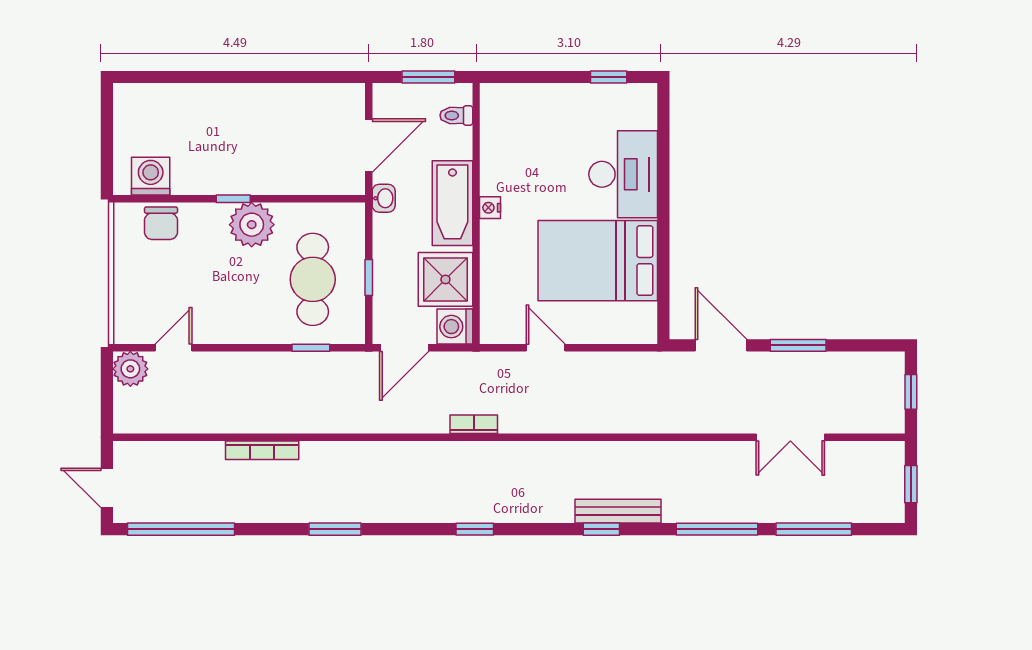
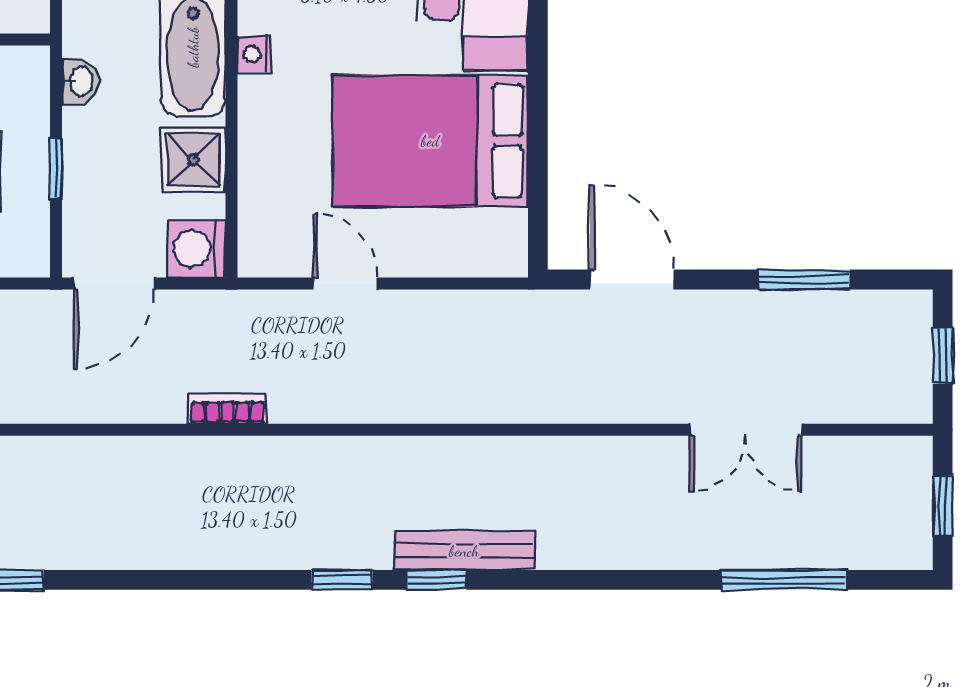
washbasin: (384, 198) -> (80, 81), moved
shower: (445, 279) -> (193, 160), width x0.73, depth x0.73
window: (798, 345) -> (804, 279), moved
window: (475, 529) -> (342, 580), moved
window: (717, 529) -> (626, 580), removed

